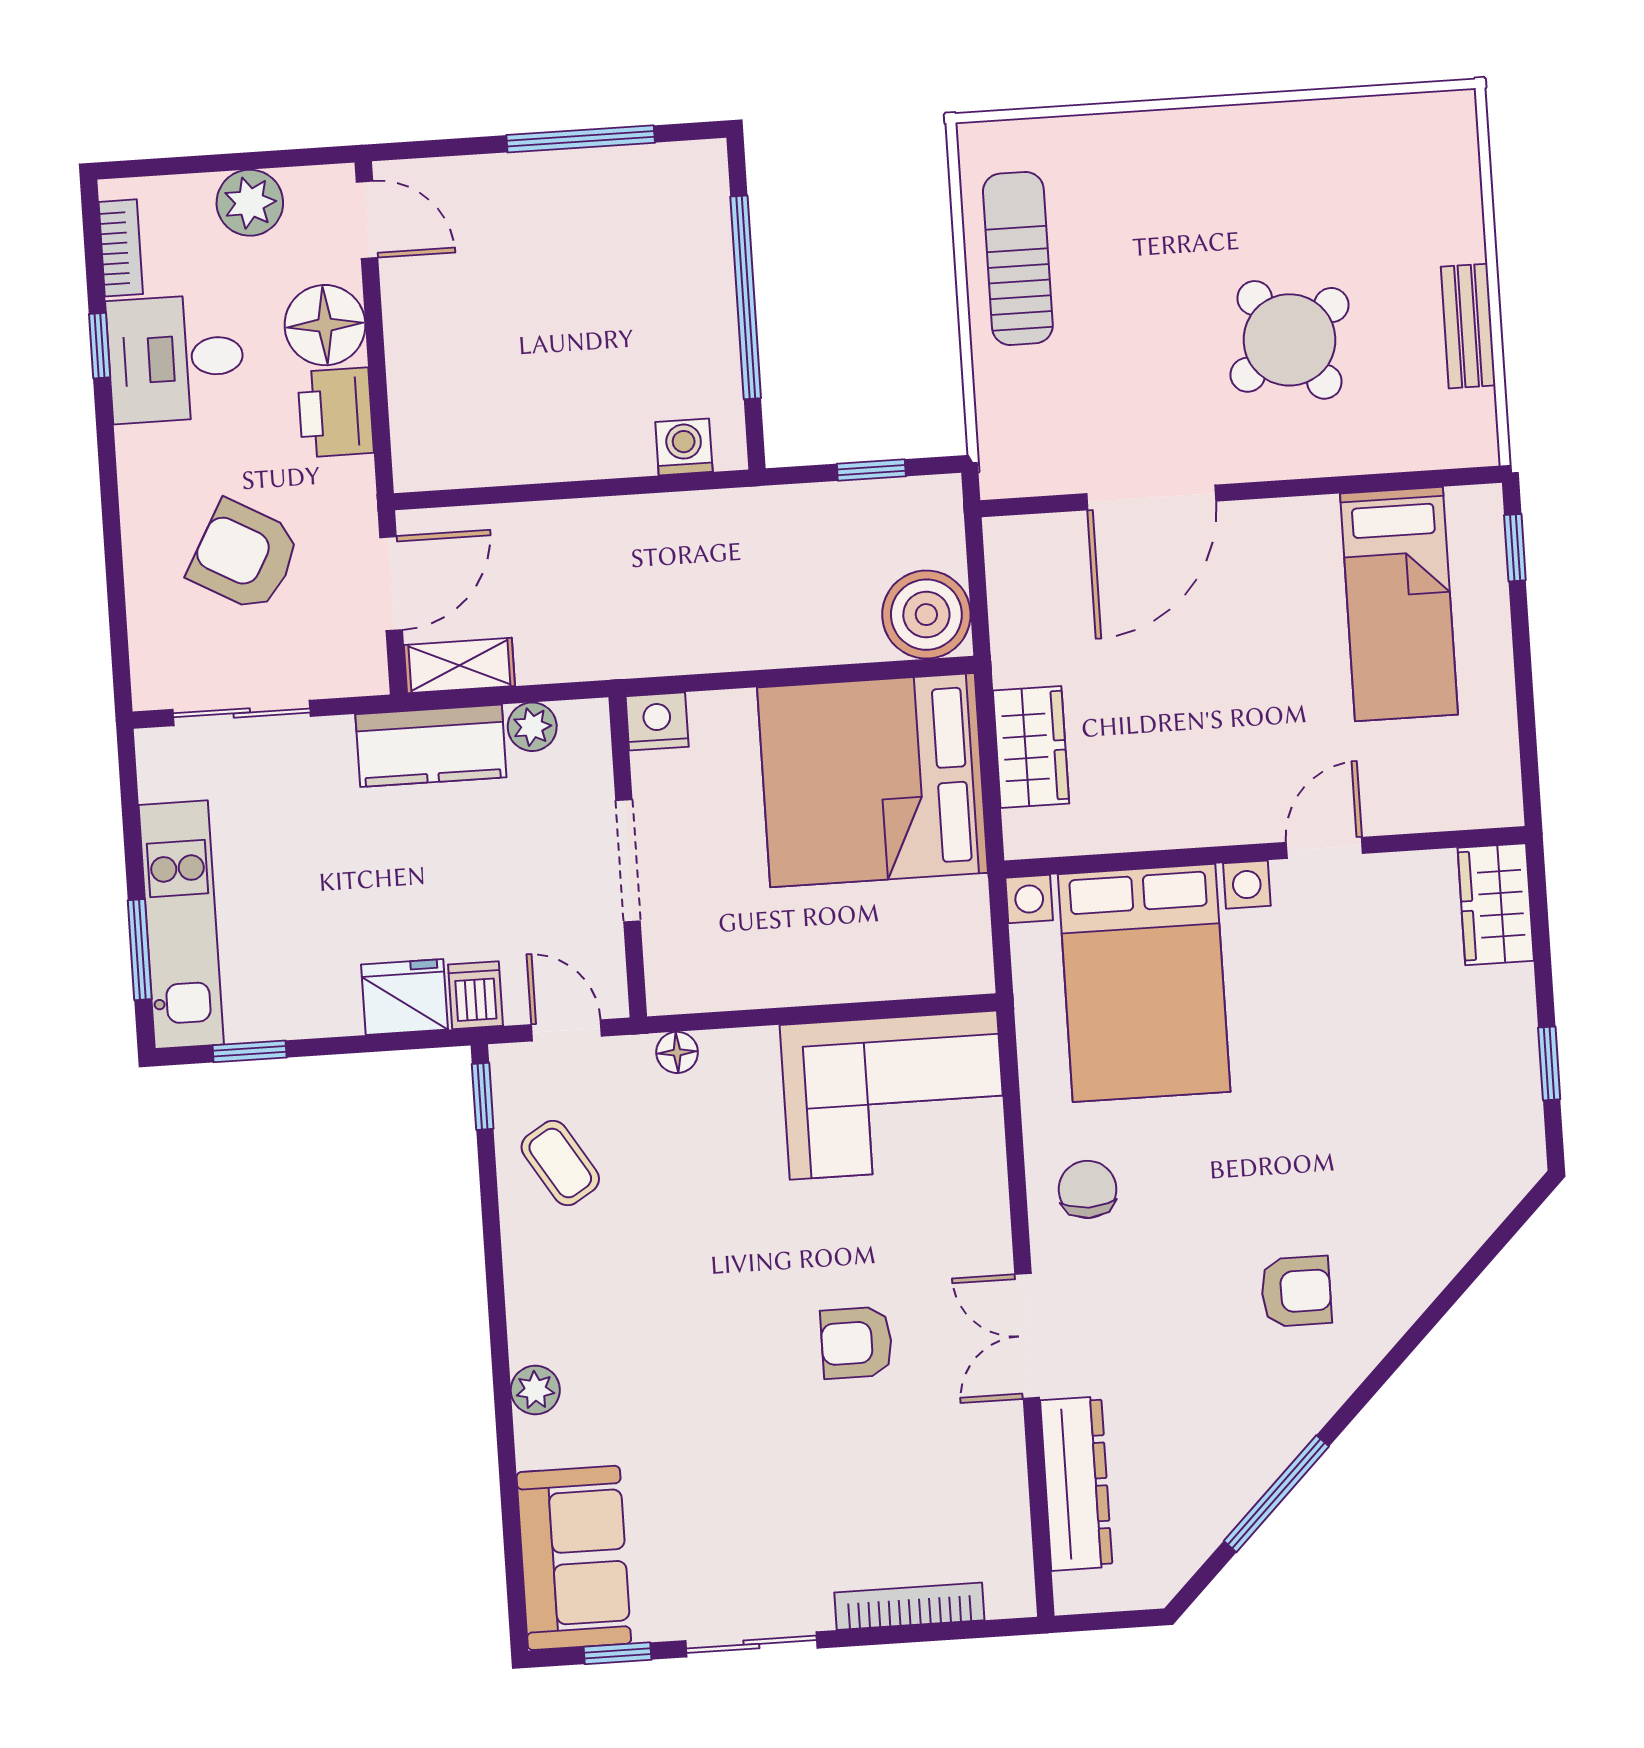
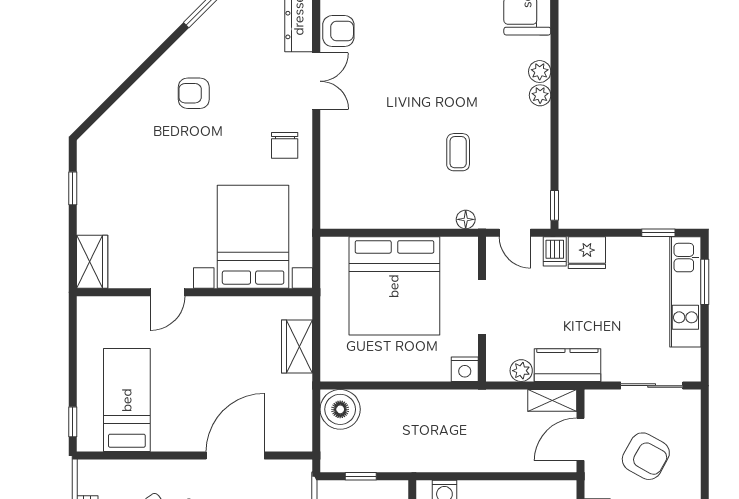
bed: (872, 780) -> (394, 286), moved, turned 90
corner sofa: (893, 1095) -> (369, 194), removed
coffee table: (560, 1163) -> (458, 152), moved, turned 32
plant: (531, 1338) -> (540, 95), added
armchair: (856, 1343) -> (338, 31), moved

